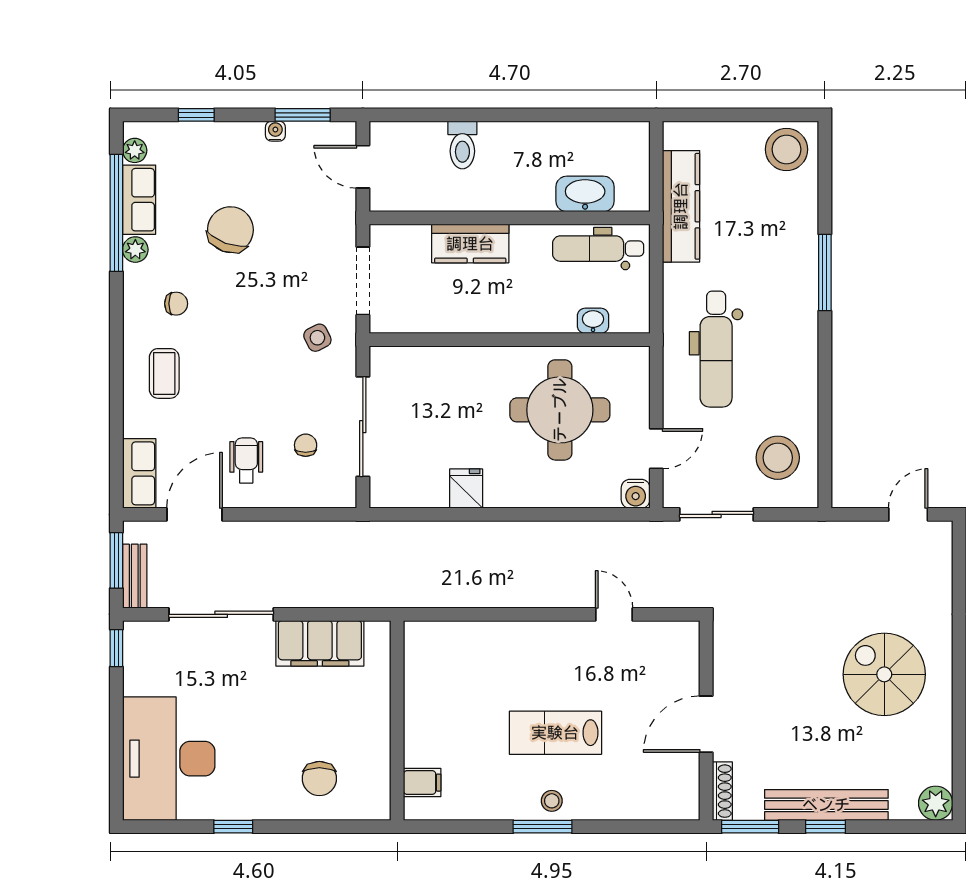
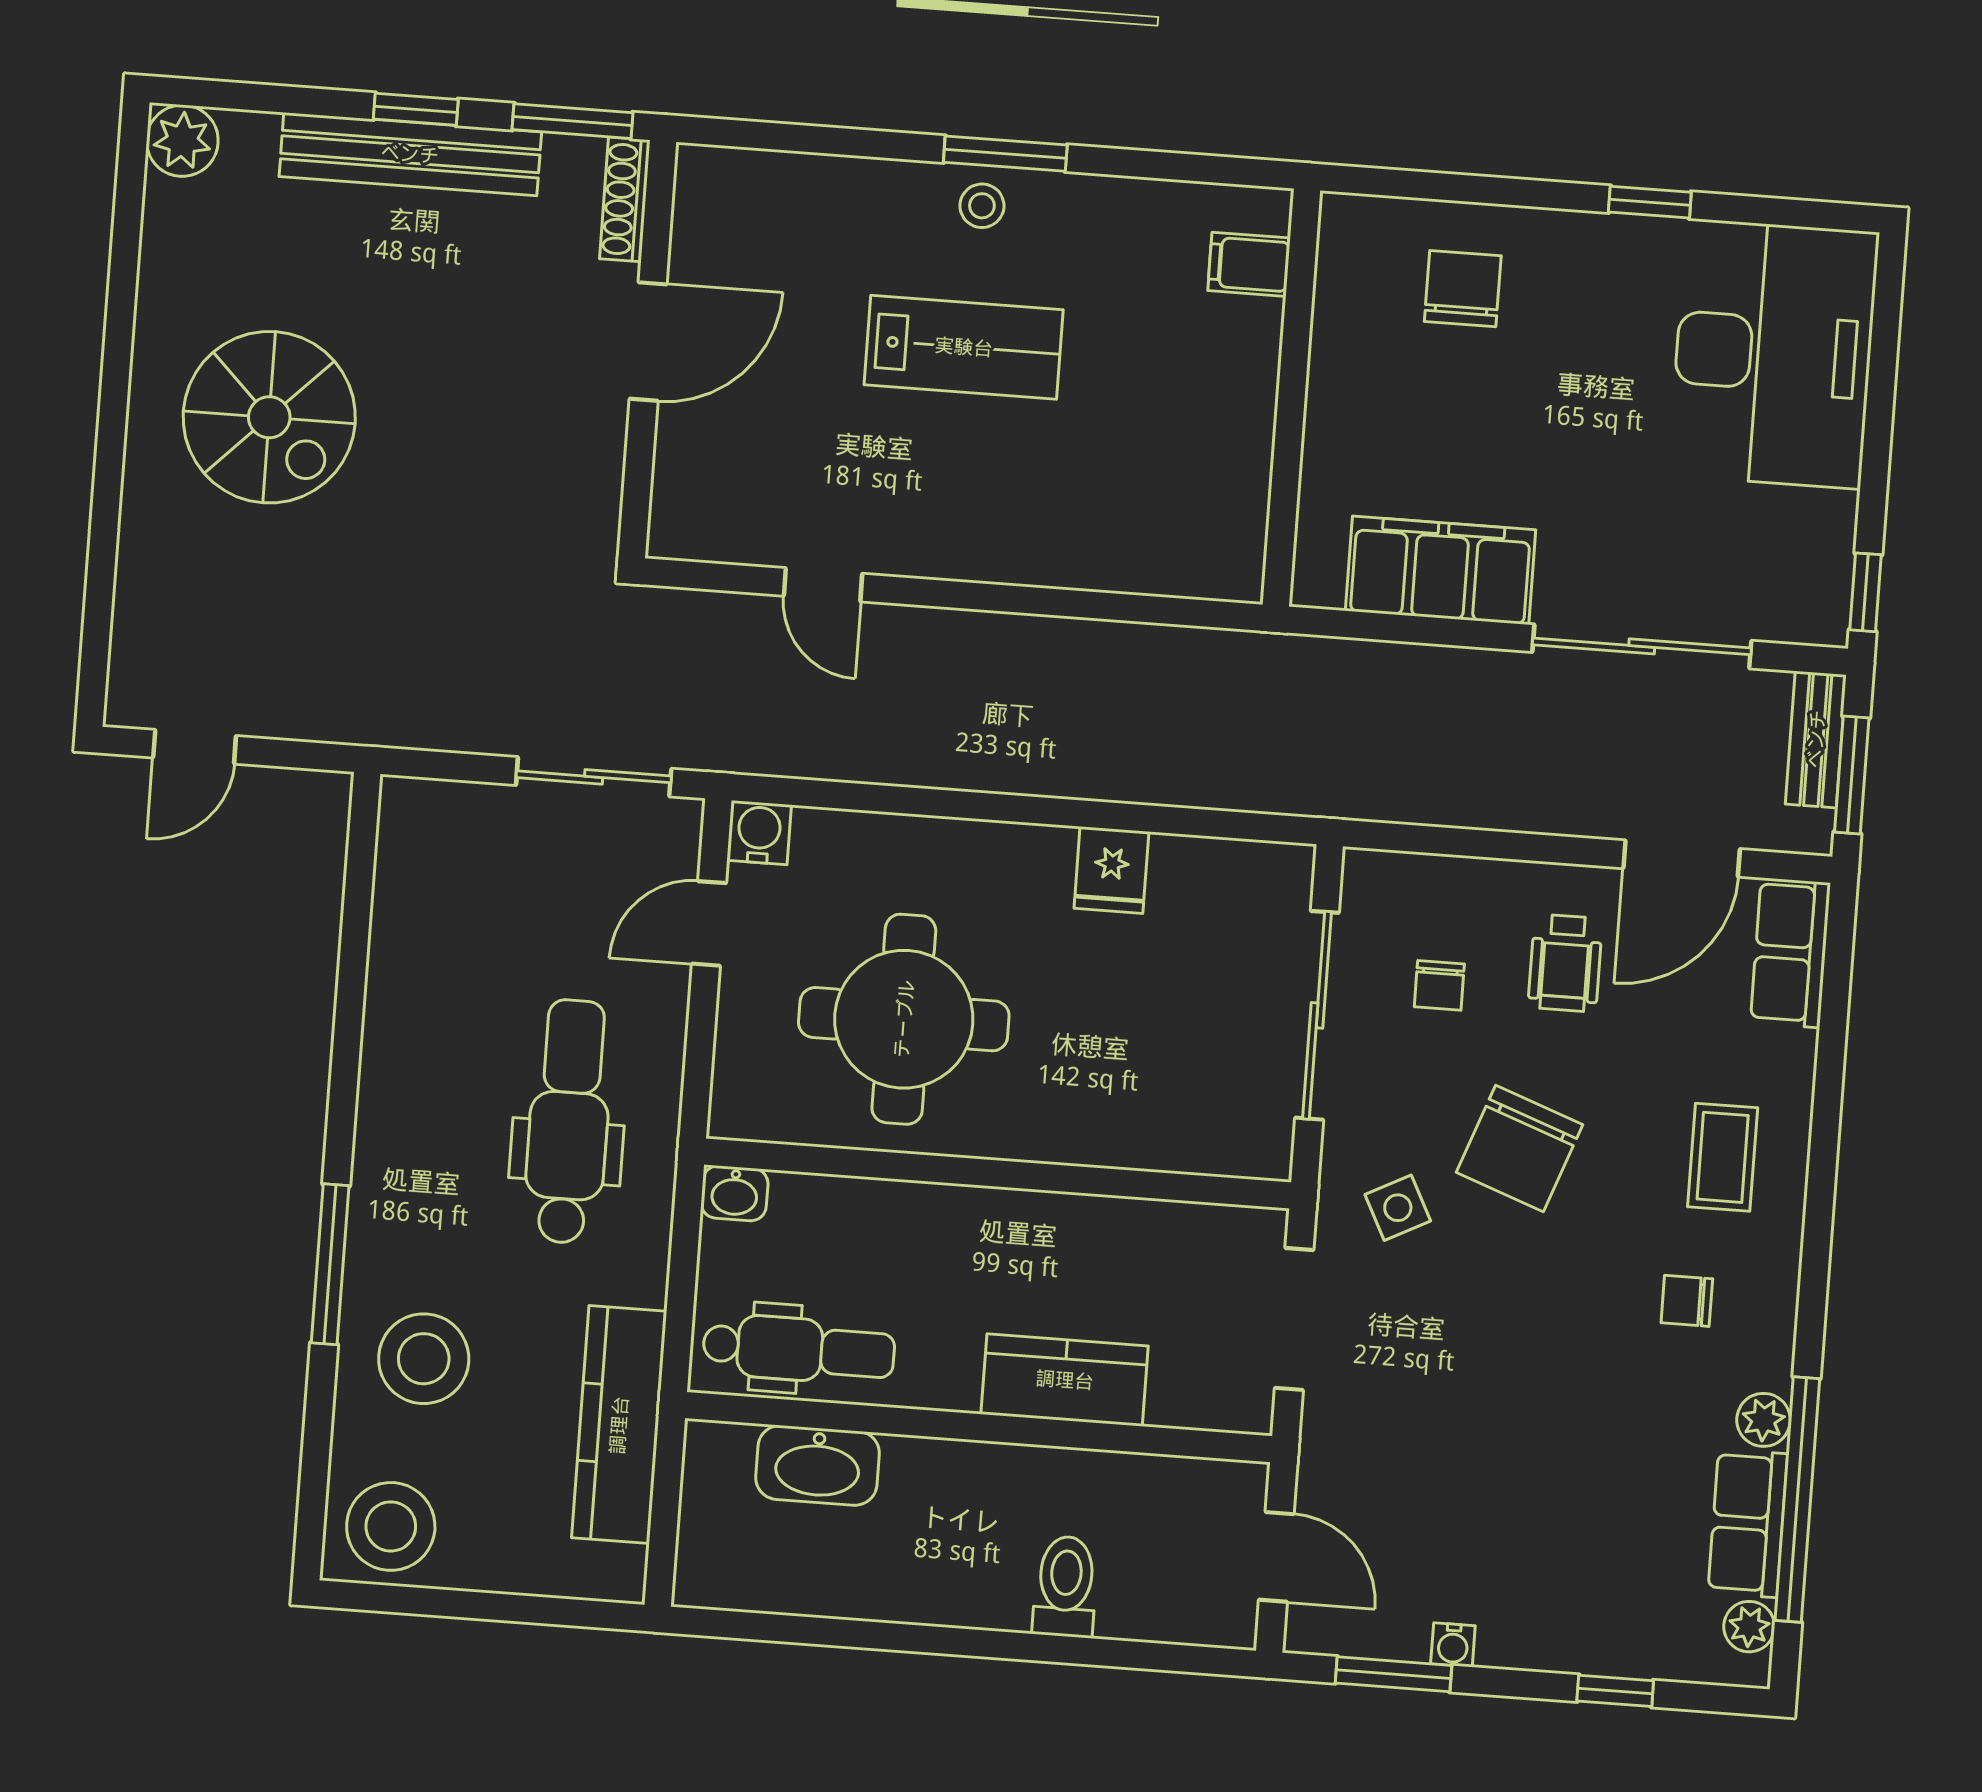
chair: (230, 230) -> (1519, 1149), moved
washbasin: (593, 321) -> (735, 1193), moved
stool: (778, 458) -> (424, 1359), moved

